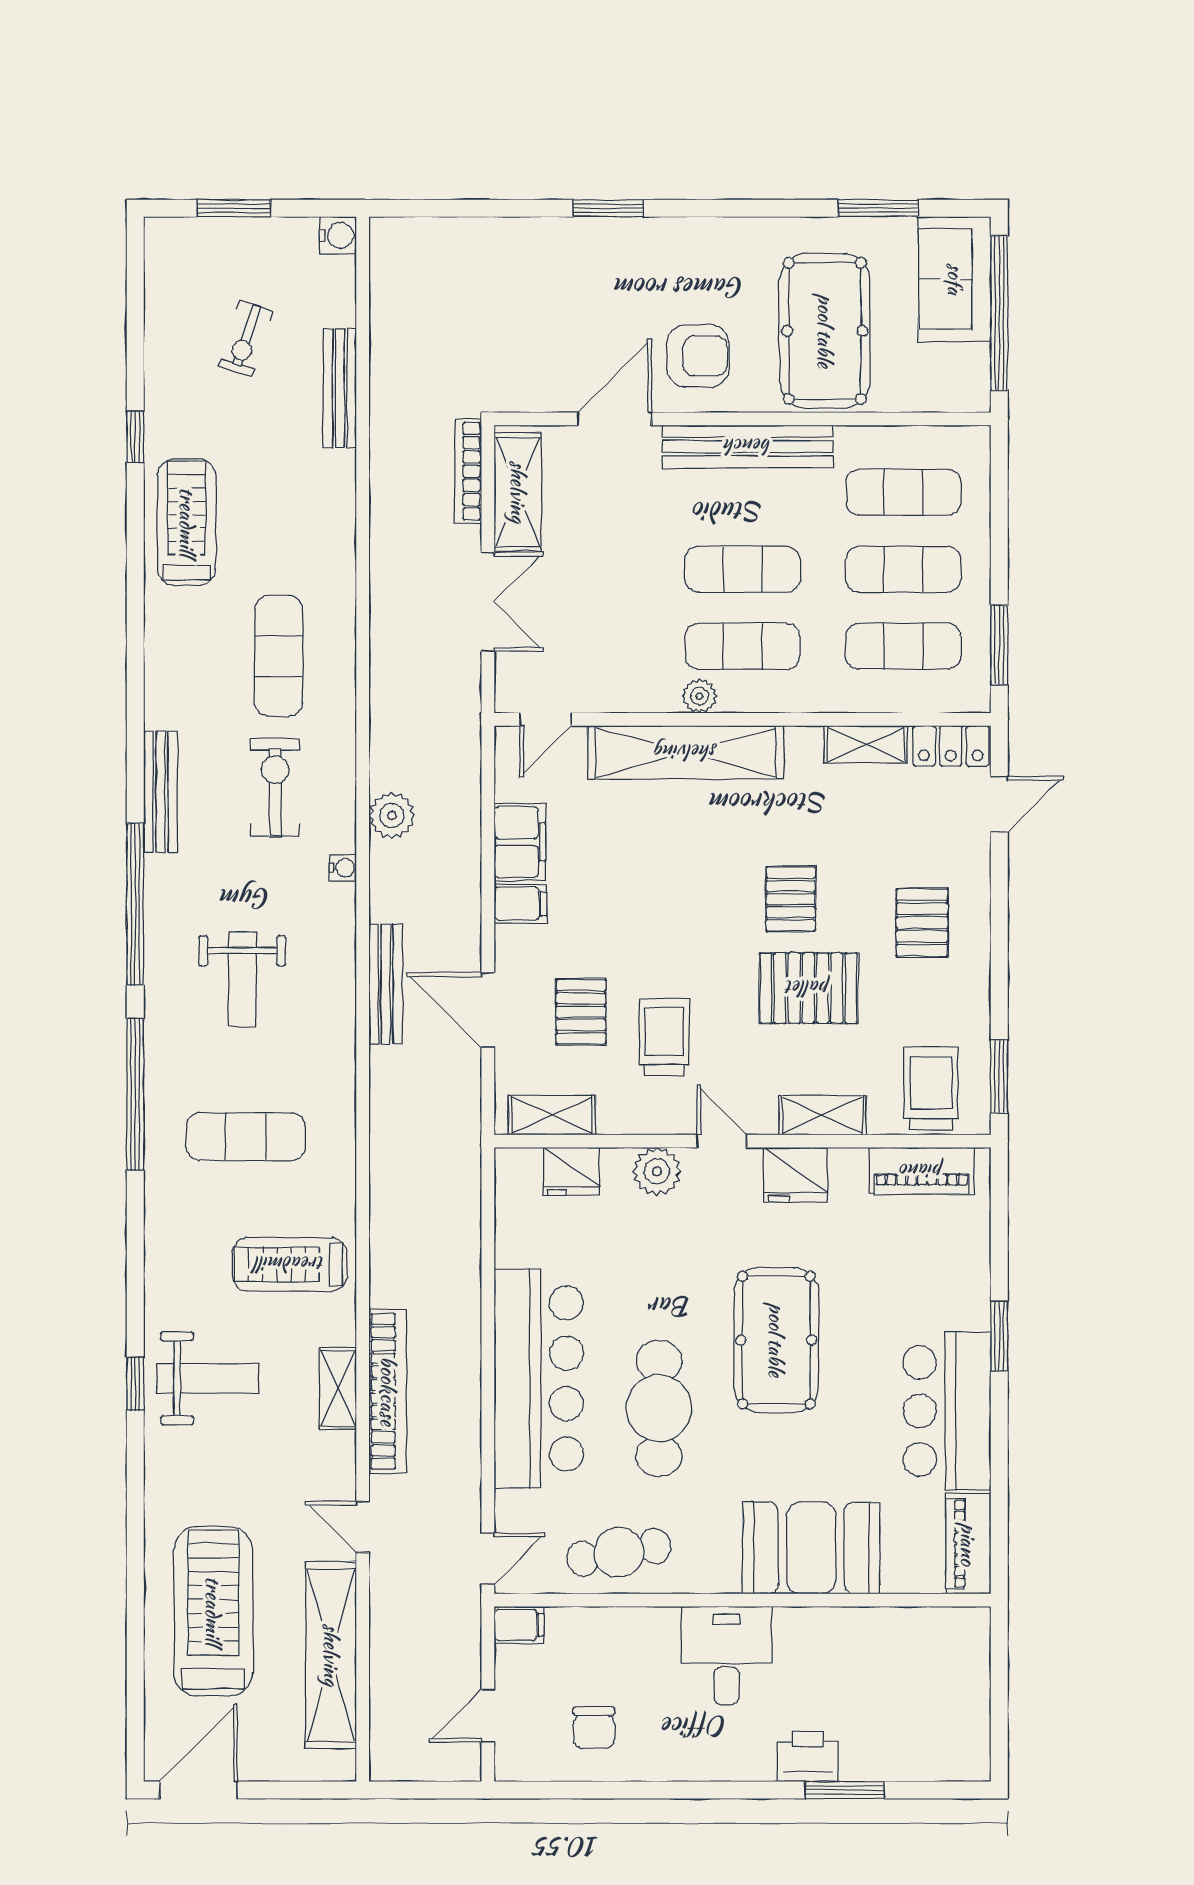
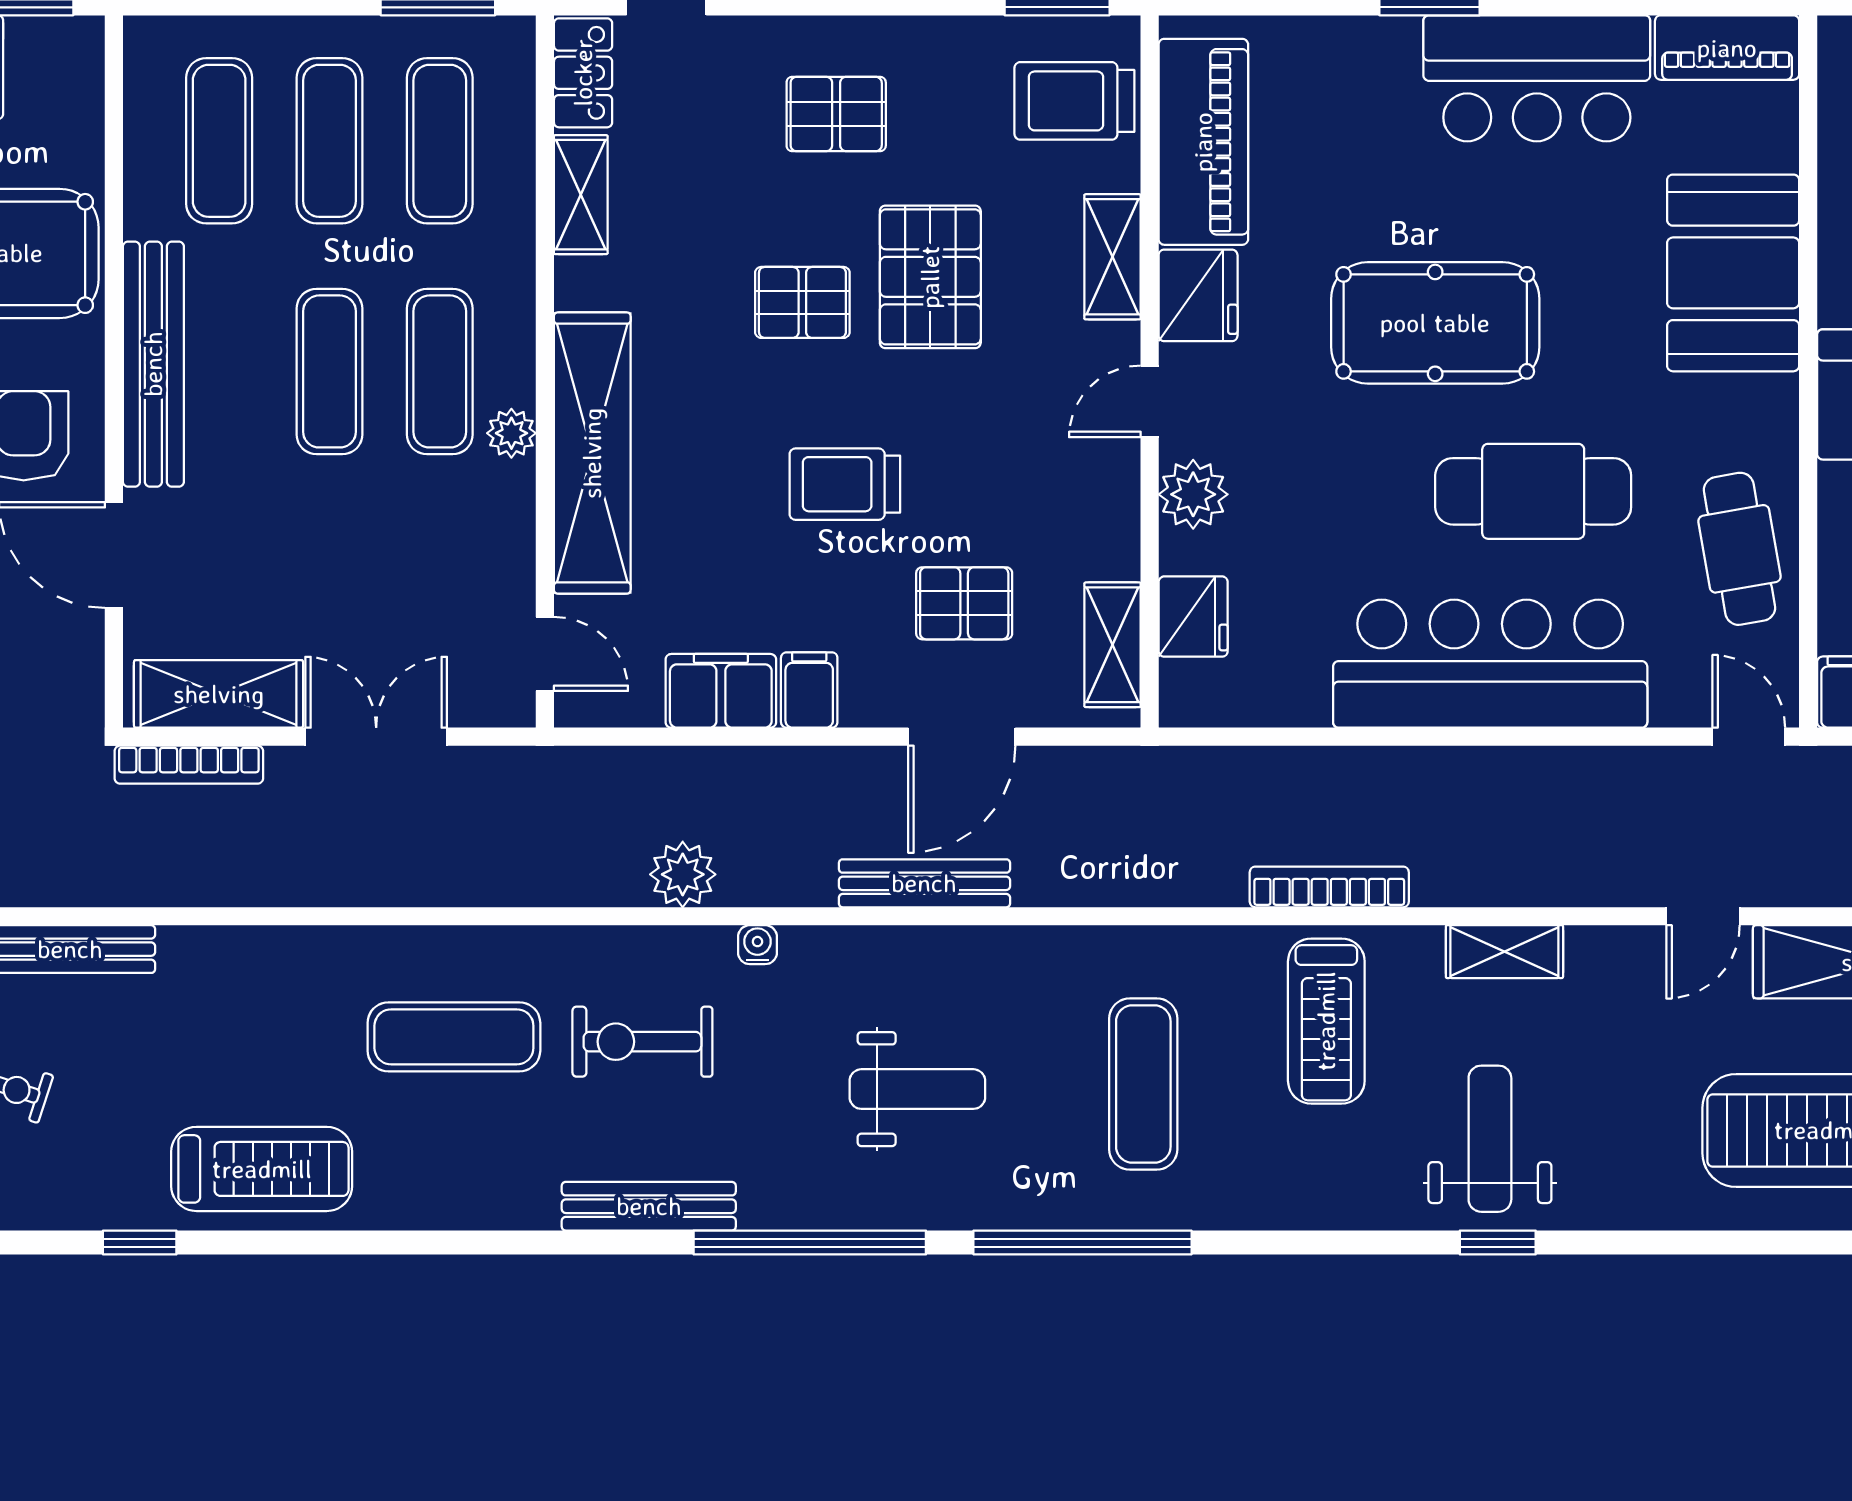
treadmill: (187, 522) -> (262, 1169), turned 180
trolley: (664, 1037) -> (845, 484), moved
piano: (922, 1171) -> (1203, 142), width x1.37, depth x1.33
bookcase: (388, 1391) -> (1329, 887), moved, width x0.68, depth x0.76

